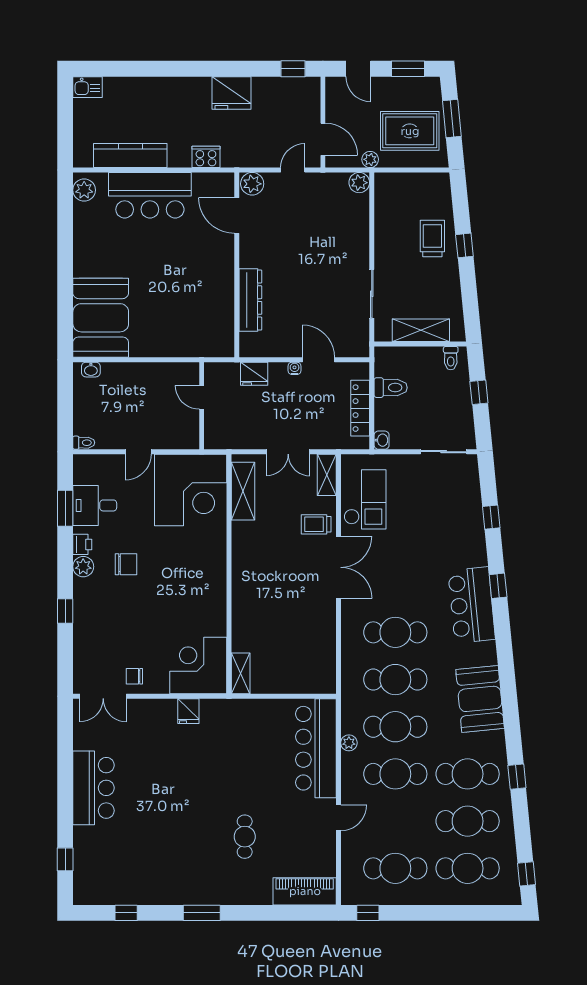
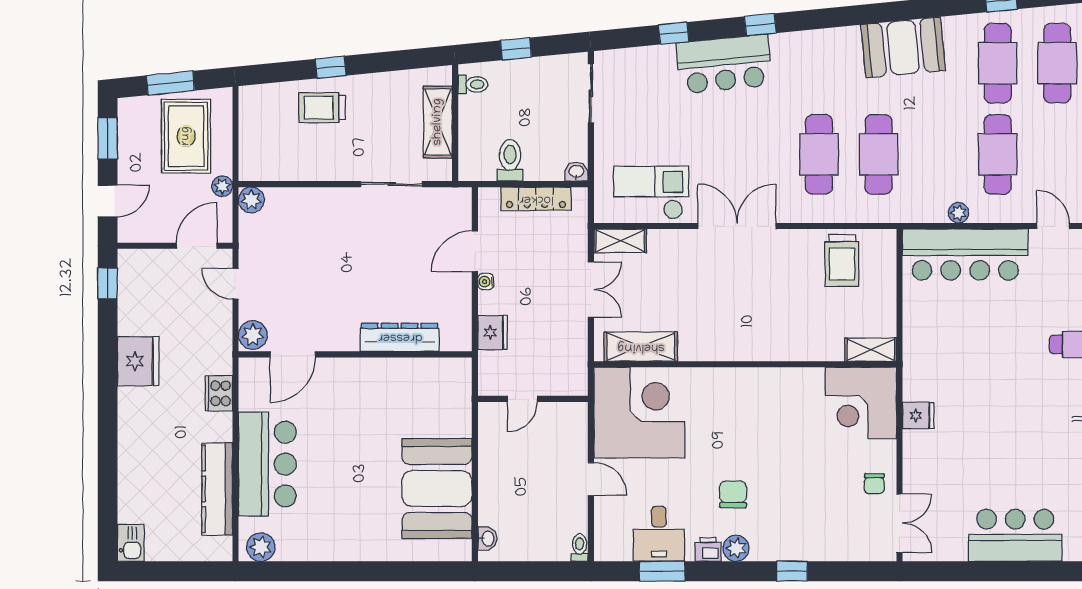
booth: (101, 318) -> (437, 488), moved, turned 90
trolley: (316, 524) -> (842, 260), moved, width x1.36, depth x1.39
bar counter: (472, 605) -> (724, 64), moved
cafe table: (395, 727) -> (938, 154), removed

